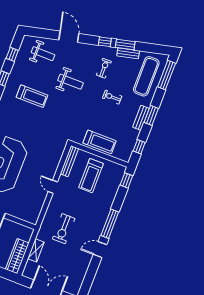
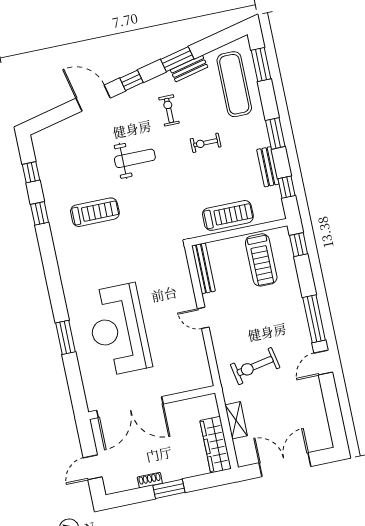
window: (105, 42) -> (131, 80), moved
weight bench: (43, 54) -> (73, 144), removed
window: (167, 75) -> (261, 64), width x0.69
bench: (141, 118) -> (268, 167), moved
treadmill: (91, 176) -> (261, 260), moved
exercise bike: (64, 229) -> (255, 366), turned 79

